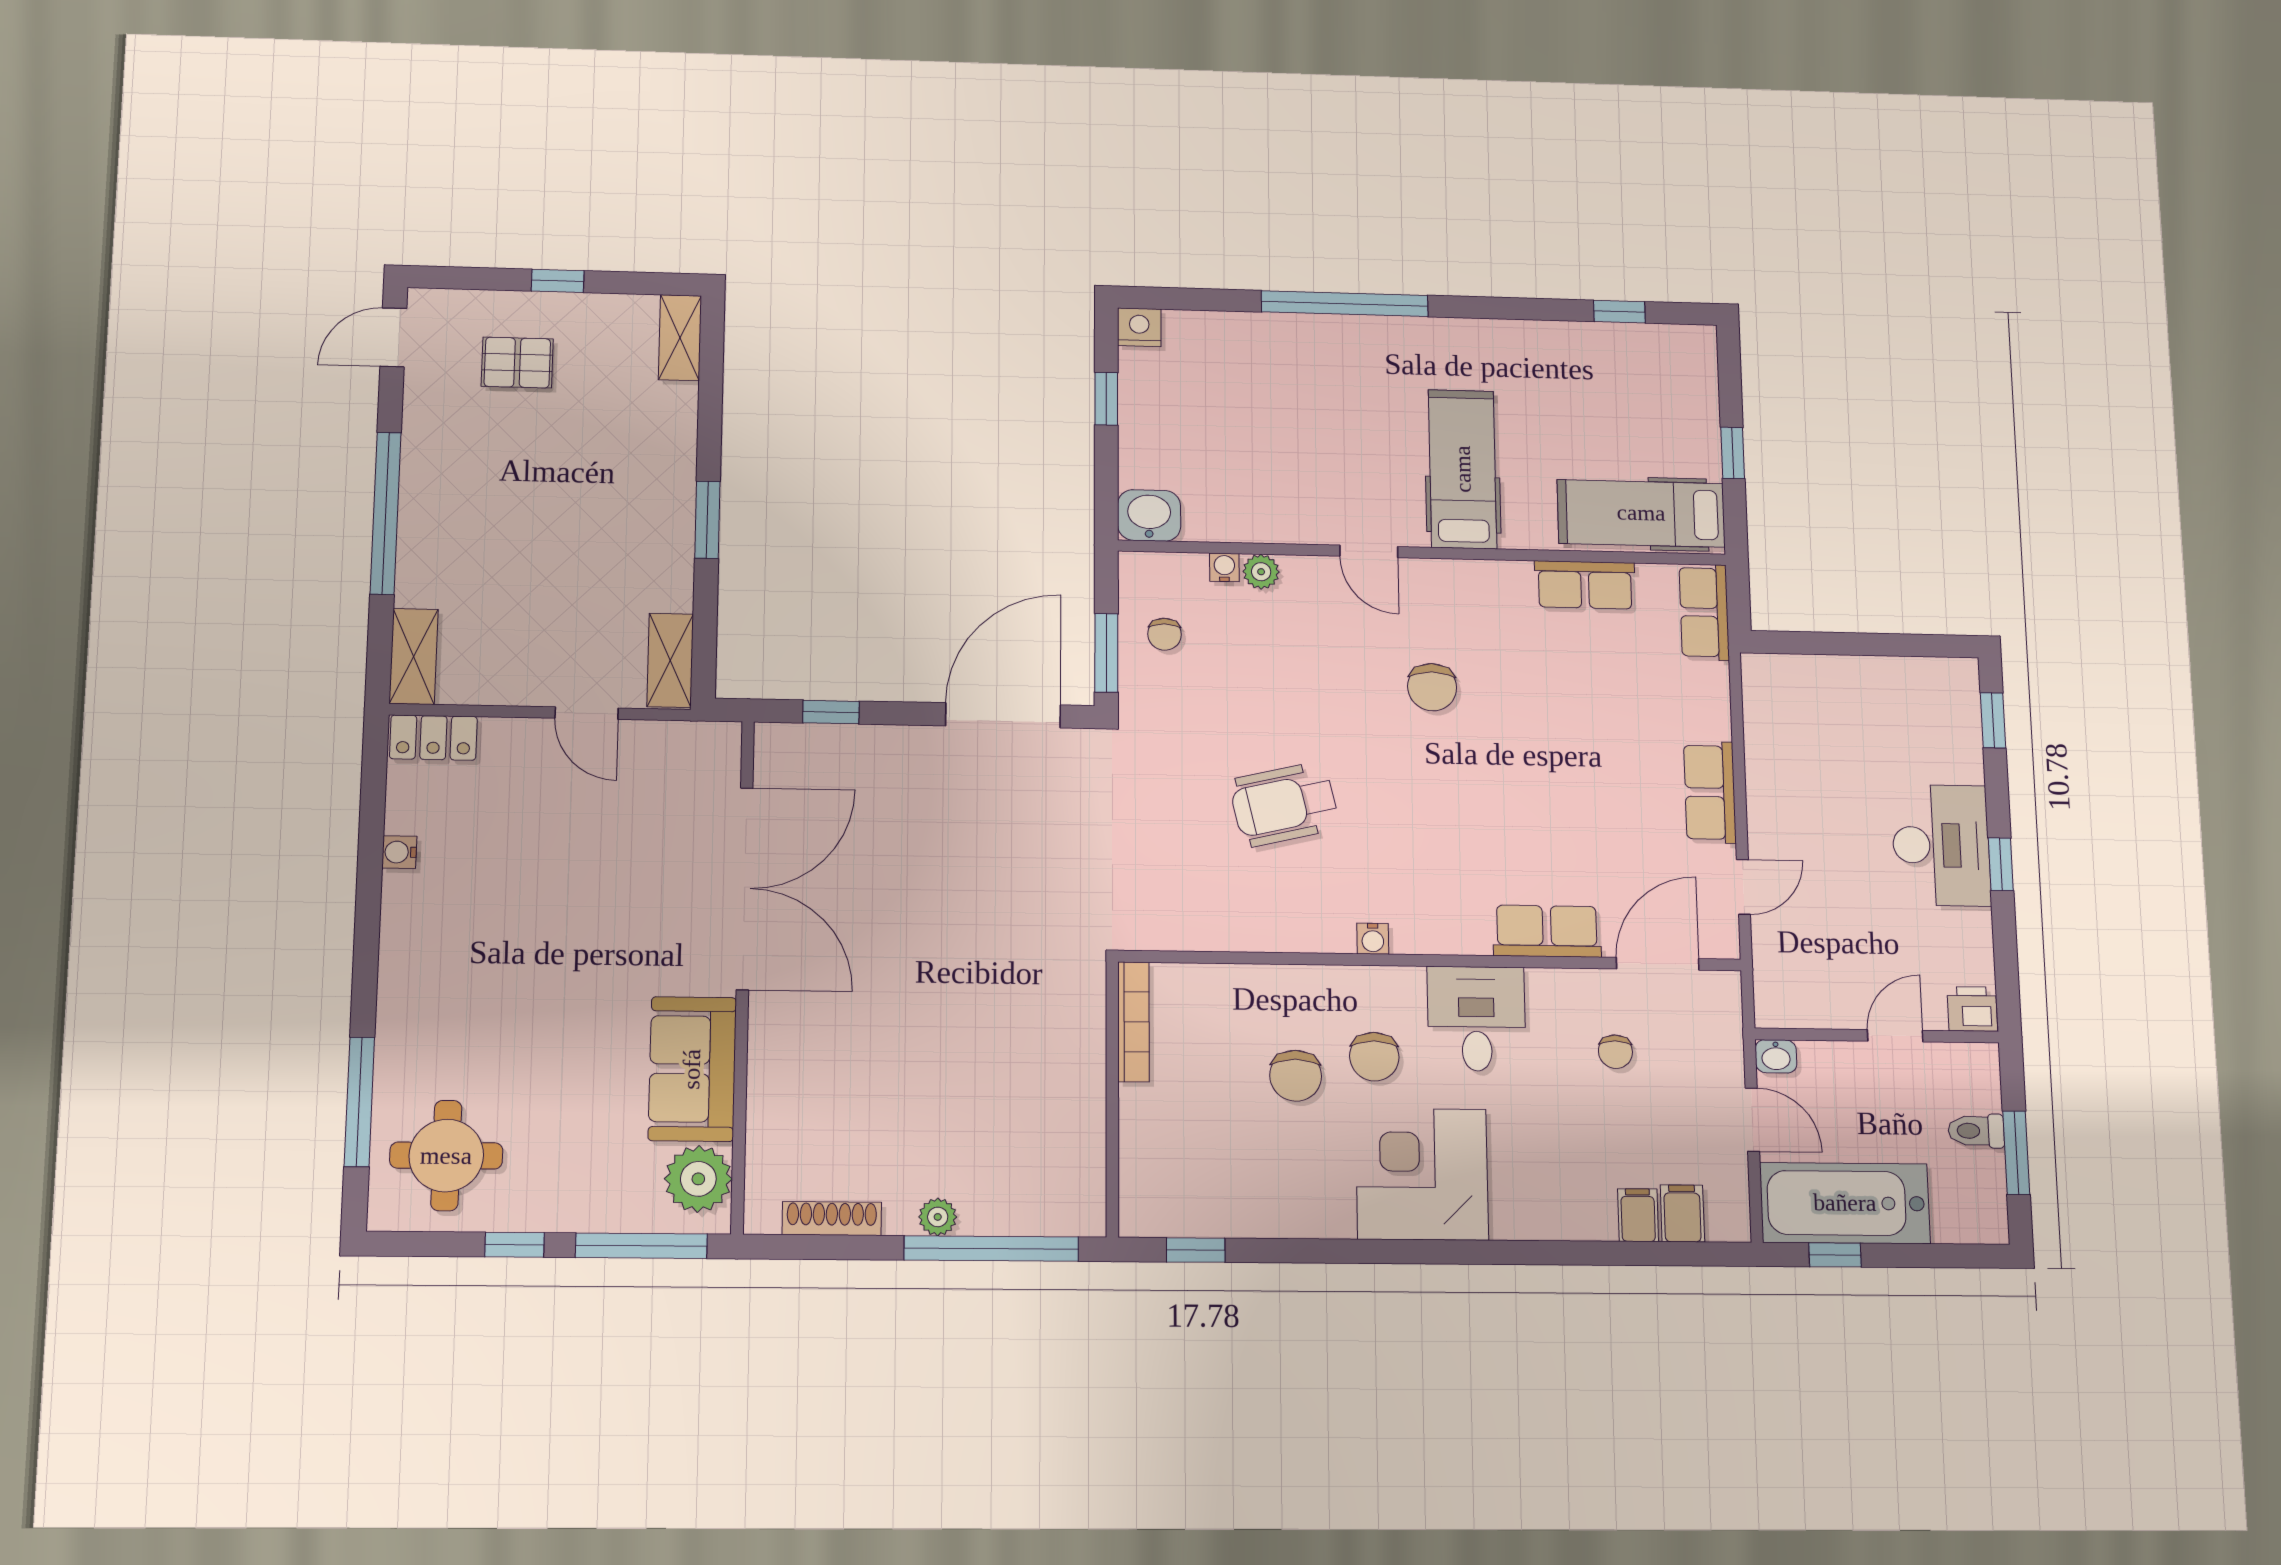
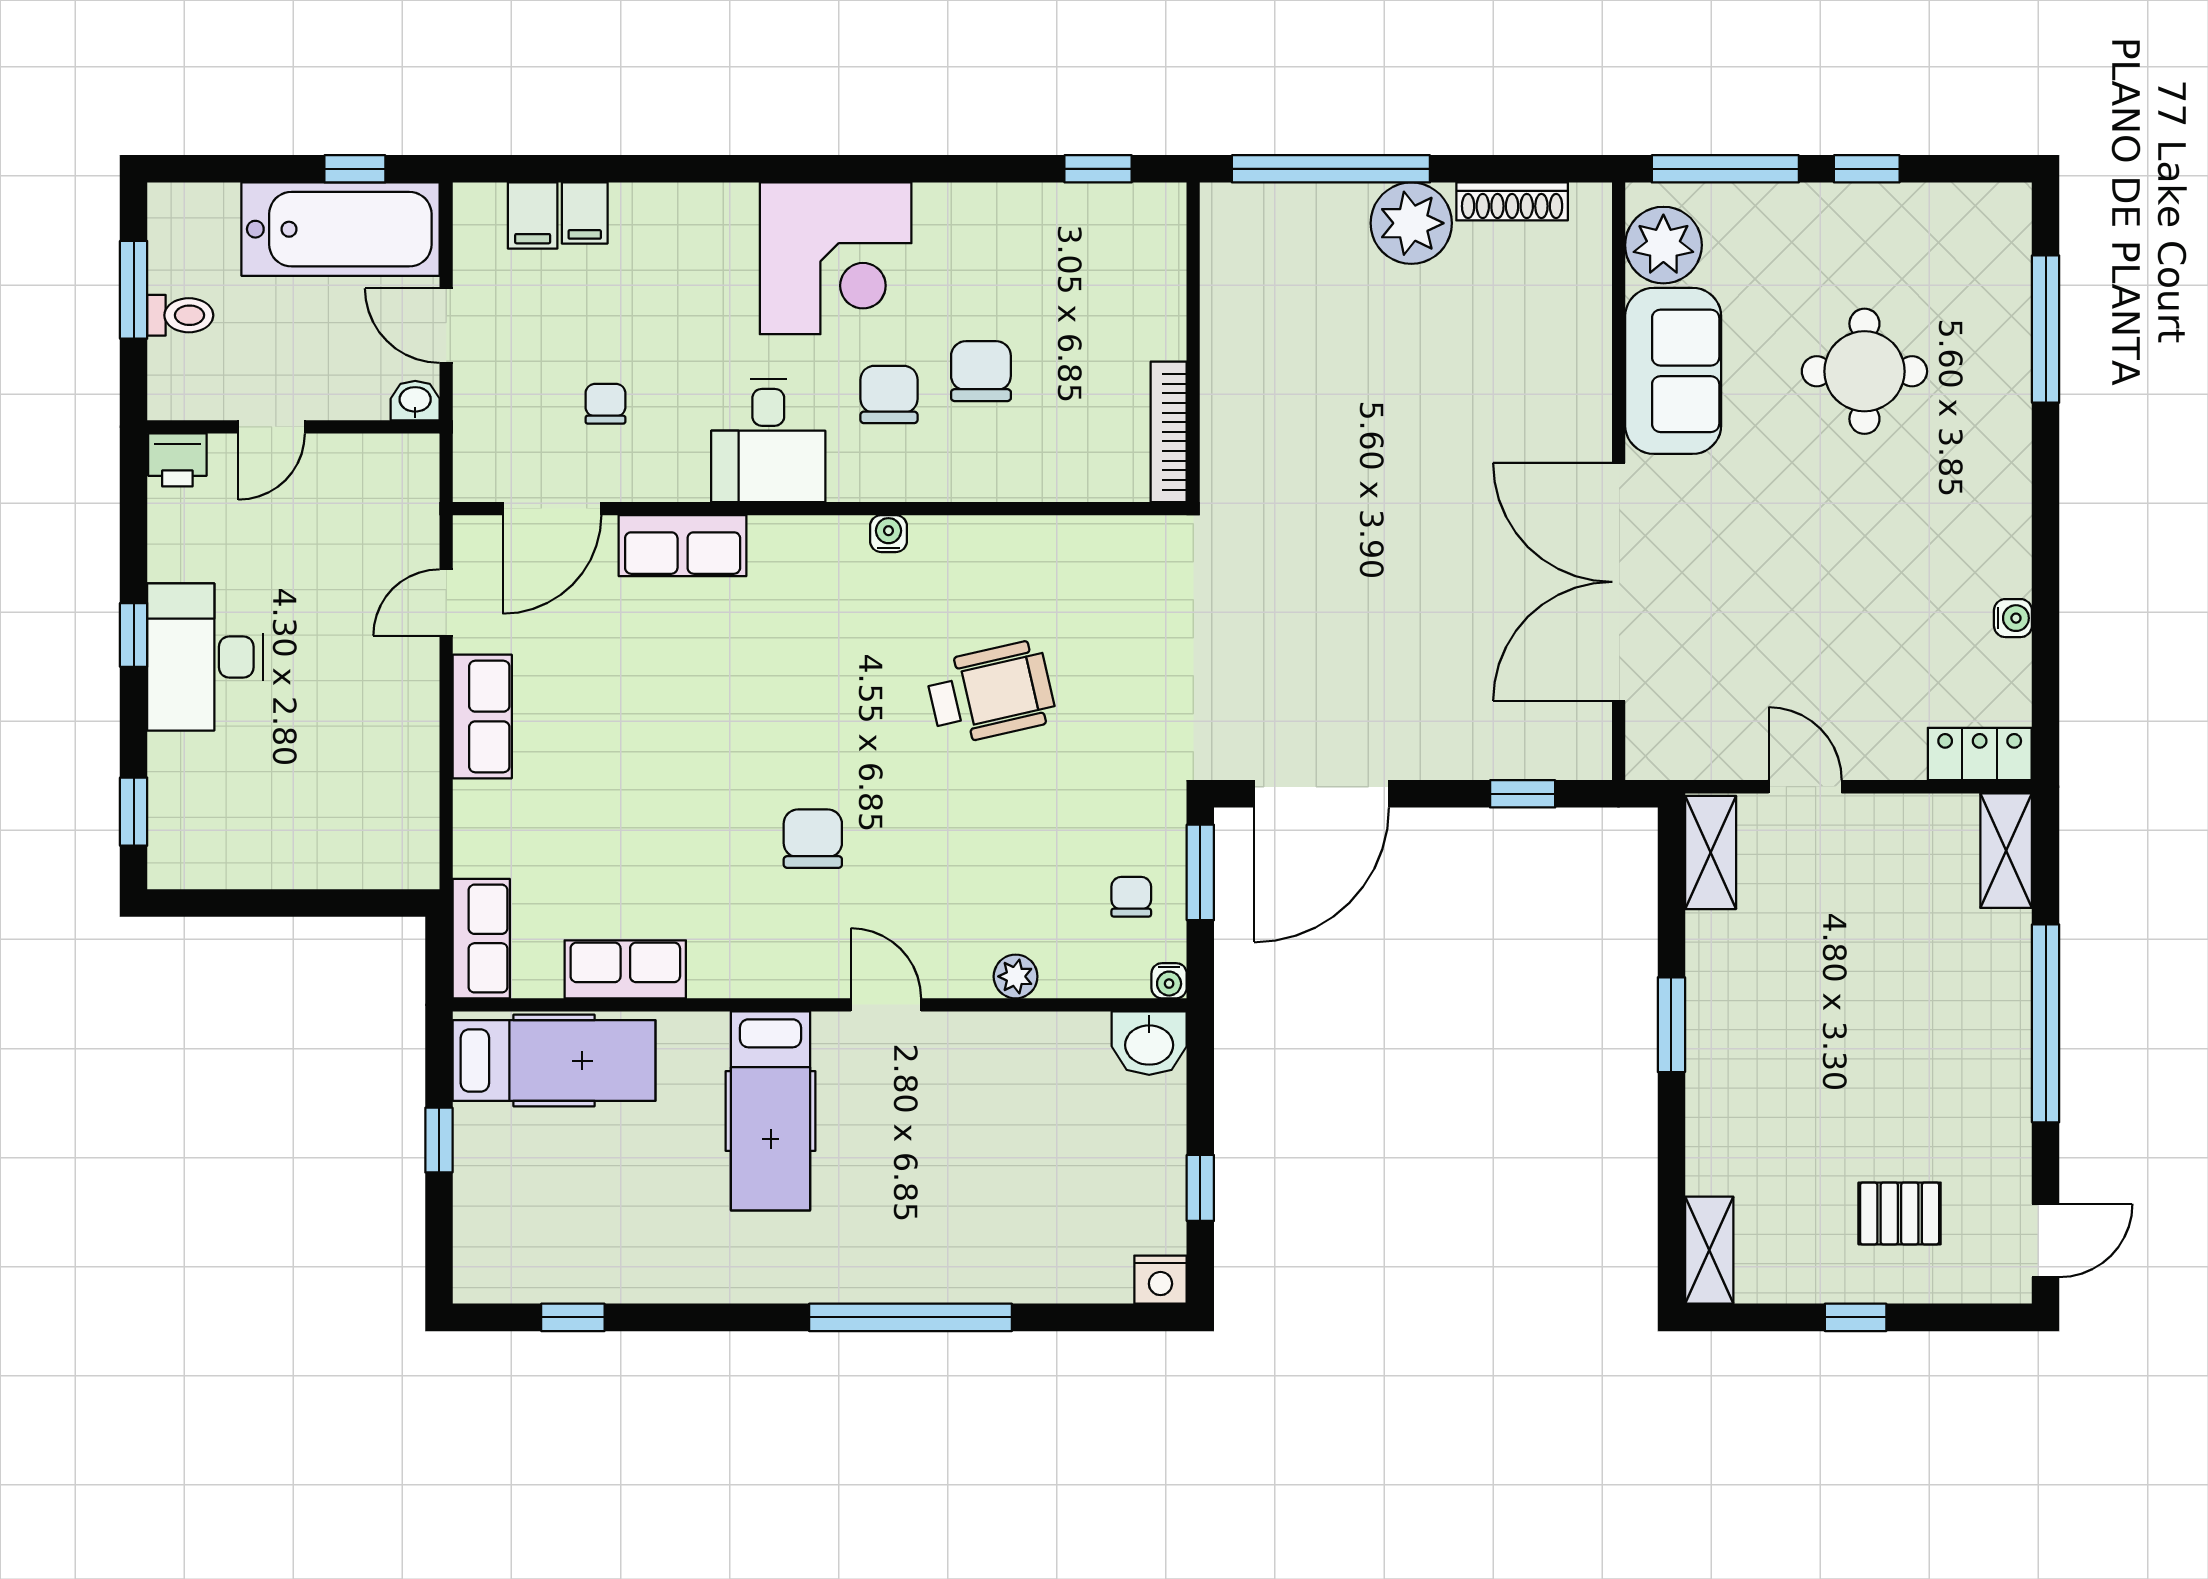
water cooler: (1224, 567) -> (1169, 981), moved
round table: (446, 1156) -> (1864, 371), moved
plant: (938, 1217) -> (1411, 223), width x1.88, depth x1.88

